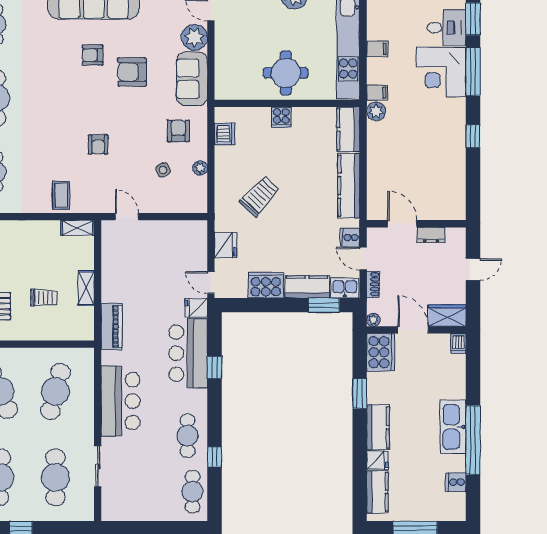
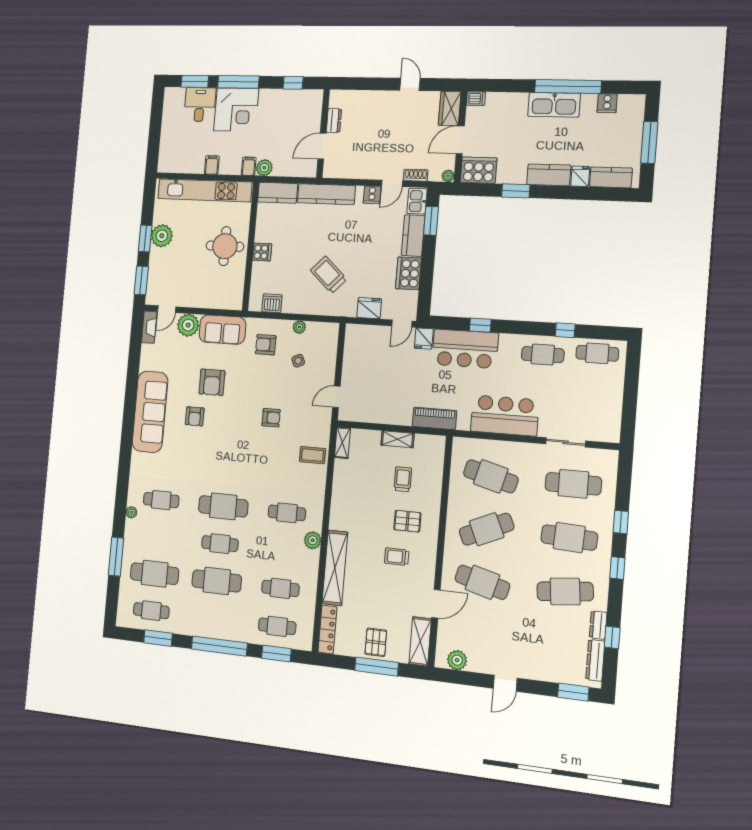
door: (402, 224) -> (322, 146), moved
wall: (416, 224) -> (323, 134), moved
dresser: (431, 235) -> (334, 121), moved

